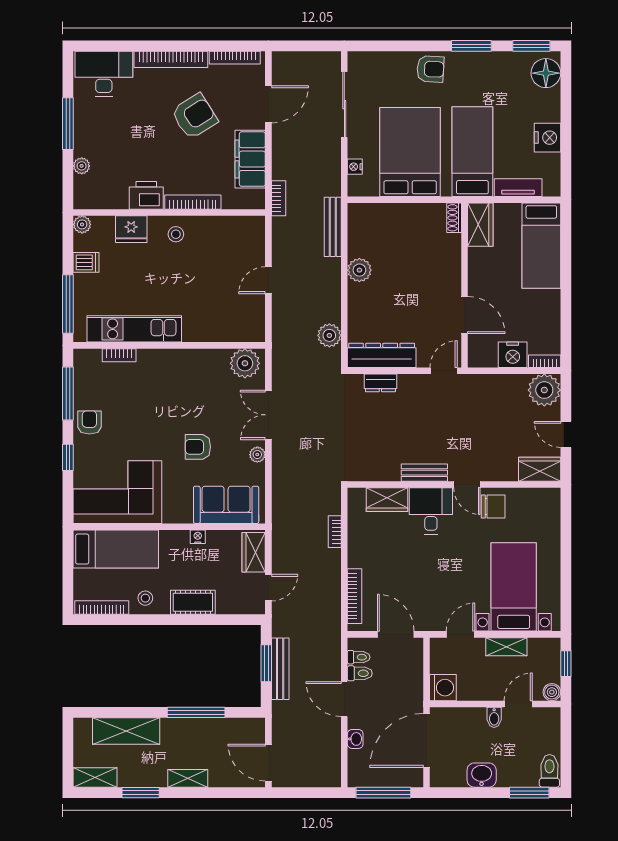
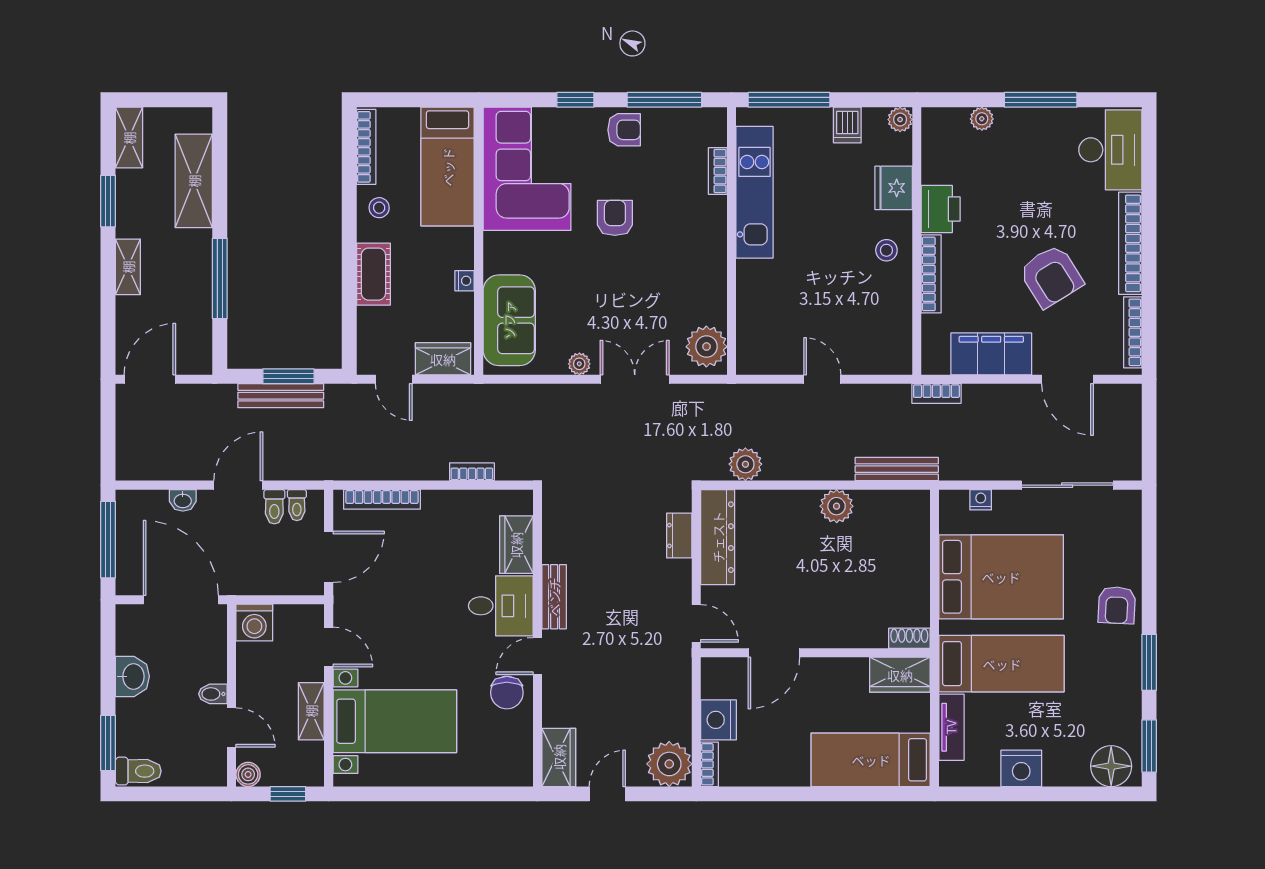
armchair: (198, 447) -> (615, 218), moved

